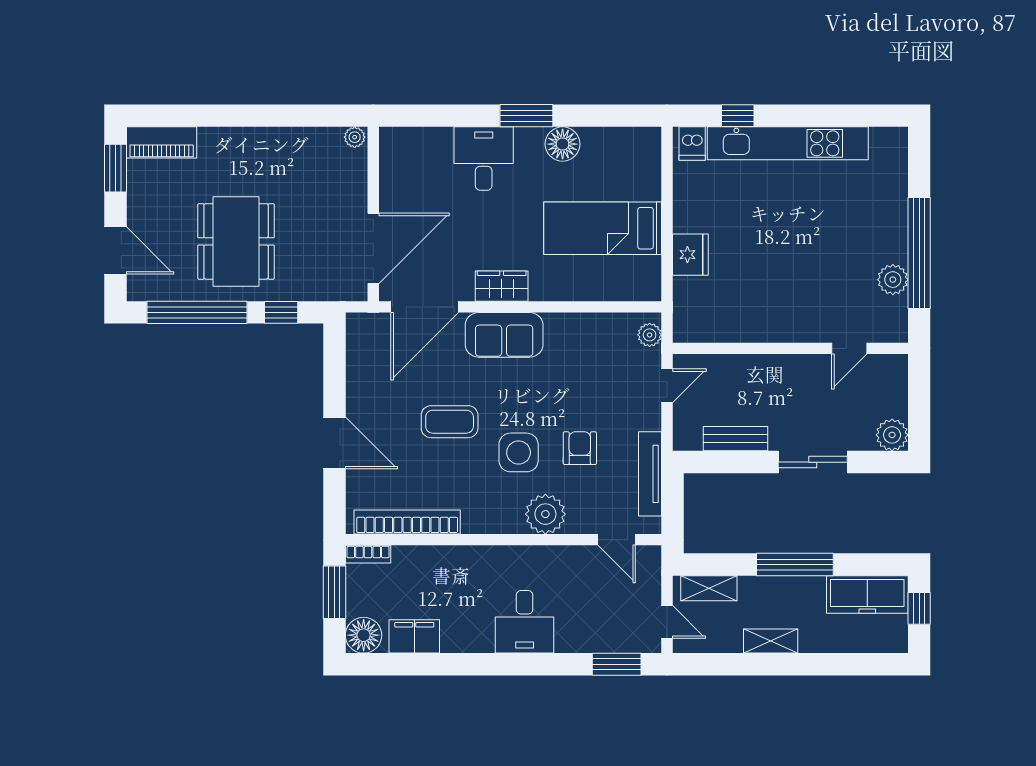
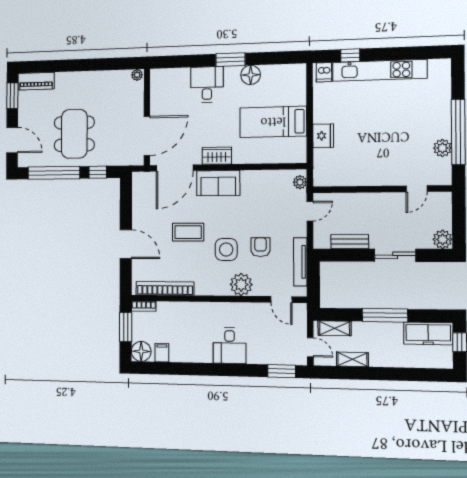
filing cabinet: (414, 636) -> (162, 353), width x0.50
shelving: (771, 641) -> (352, 359), moved

